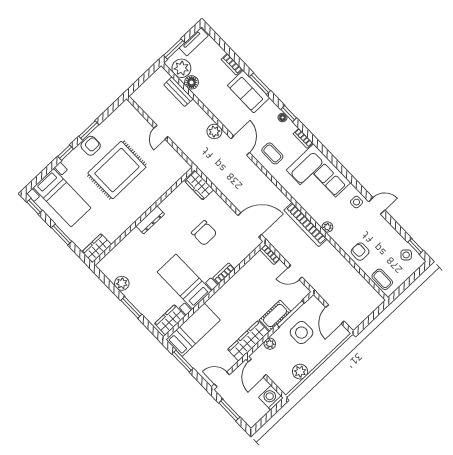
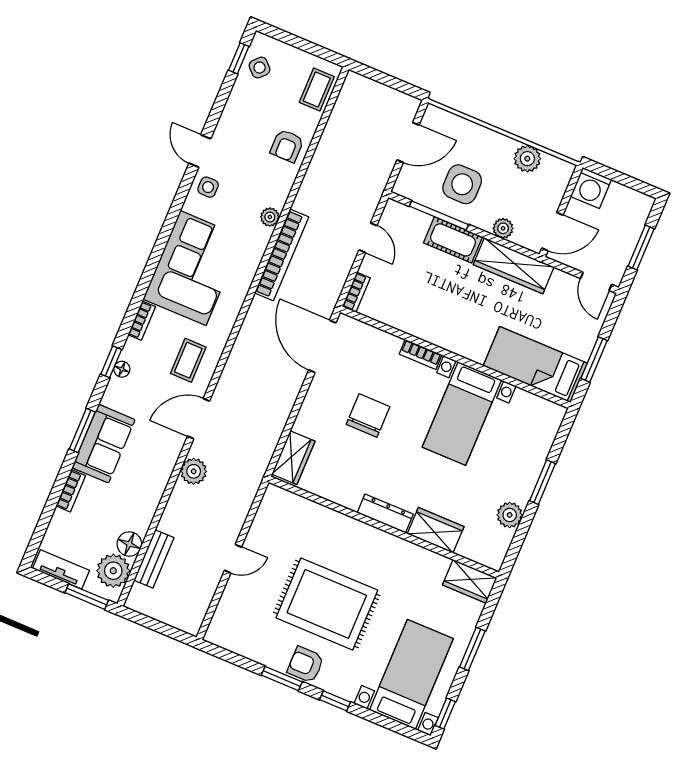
wardrobe: (170, 320) -> (436, 530), moved, turned 180

